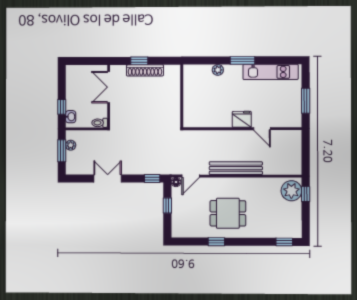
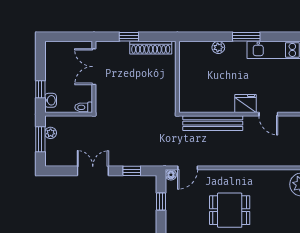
shoe rack: (145, 70) -> (151, 48), moved
bench: (236, 168) -> (213, 123), moved
window: (152, 179) -> (132, 171), moved

